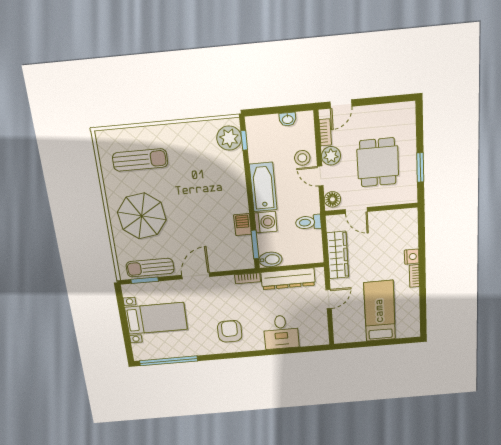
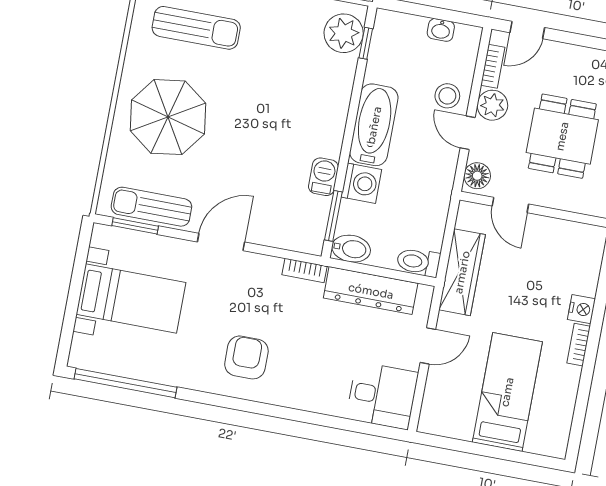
toilet: (308, 222) -> (418, 262), moved
desk: (281, 332) -> (382, 395), moved, turned -90

